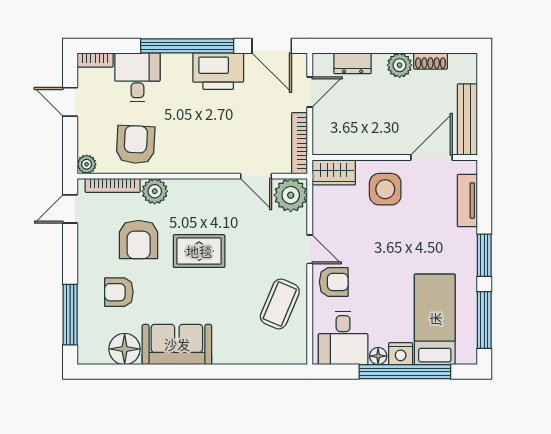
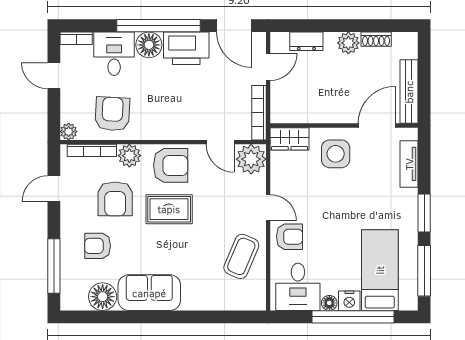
floor lamp: (176, 67) -> (149, 45), added
armchair: (201, 202) -> (171, 165), added
door: (70, 209) -> (54, 189), moved

